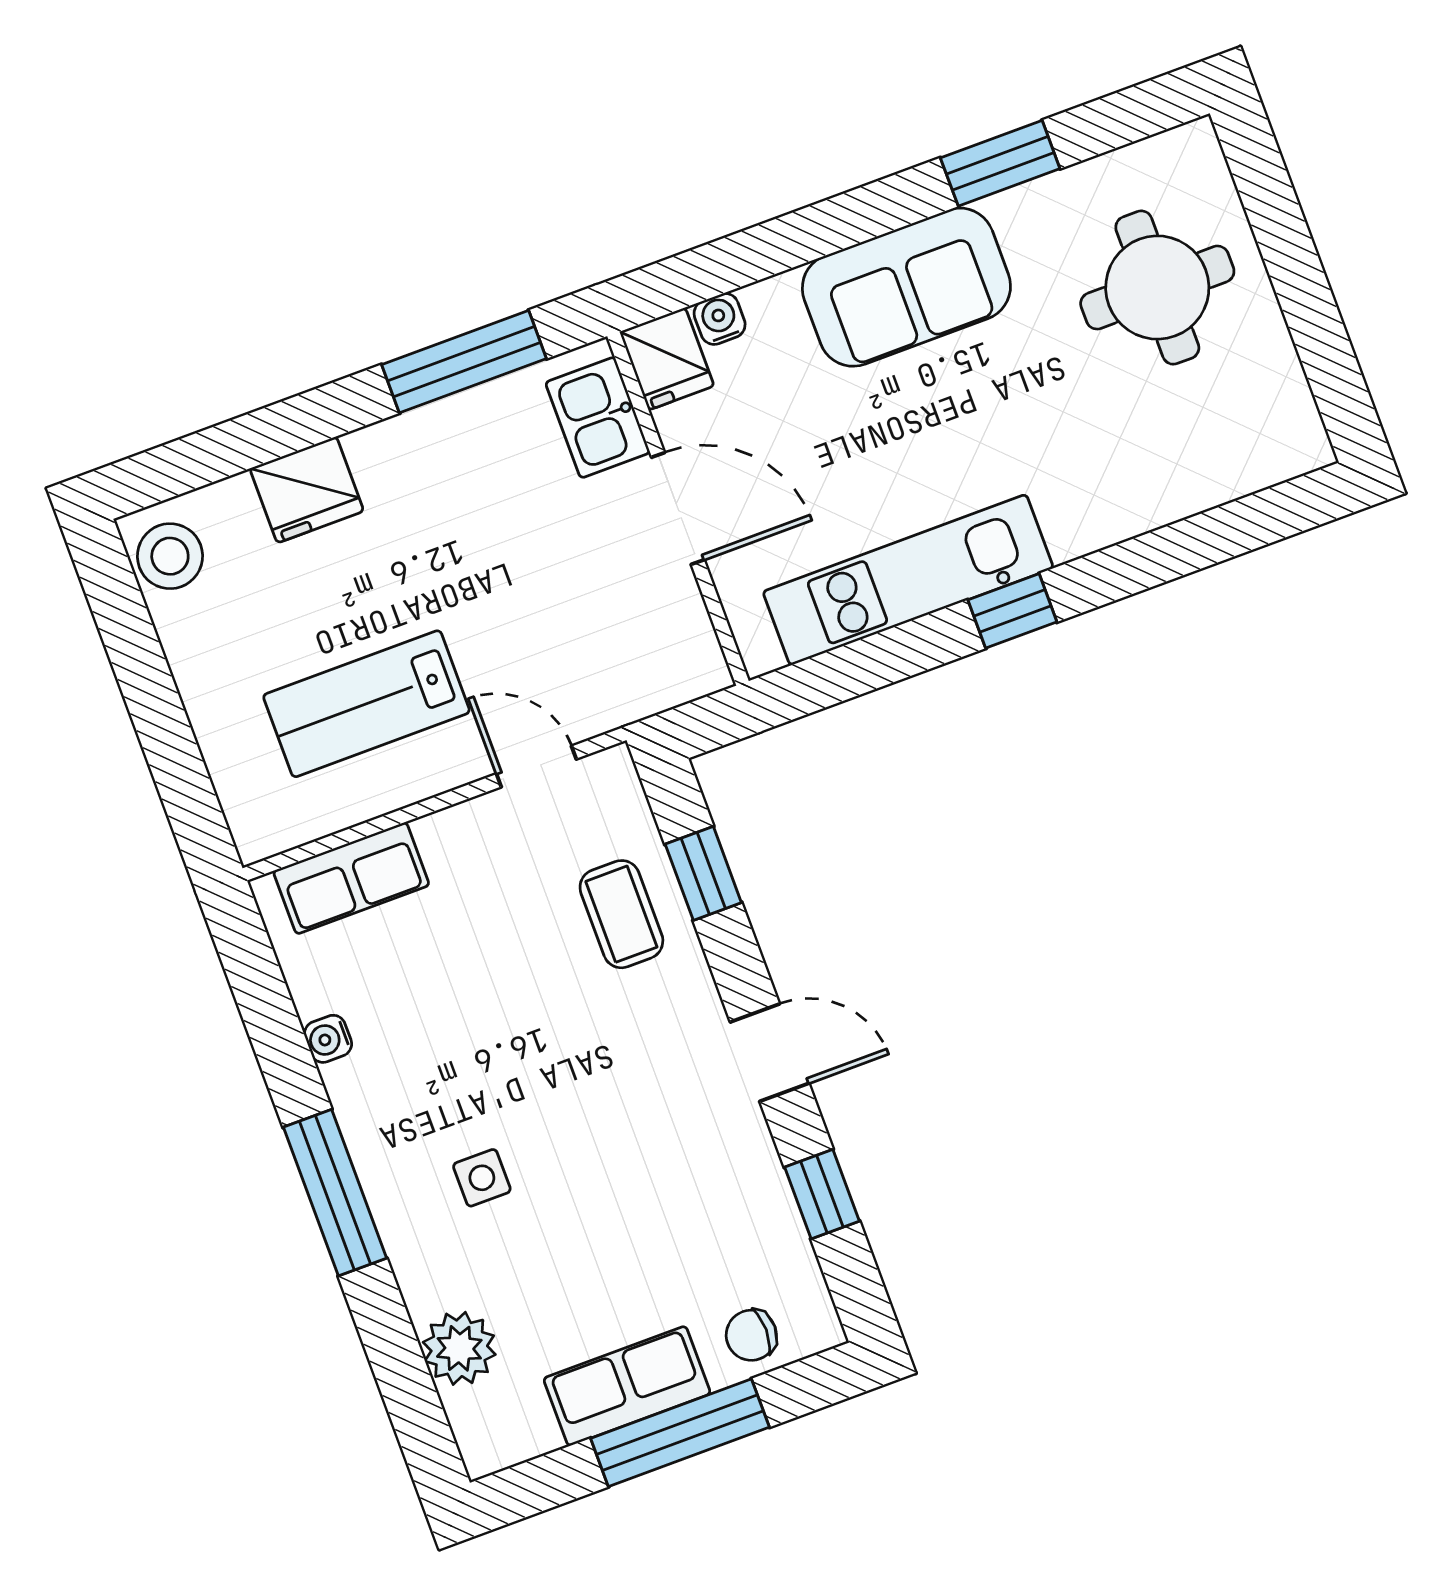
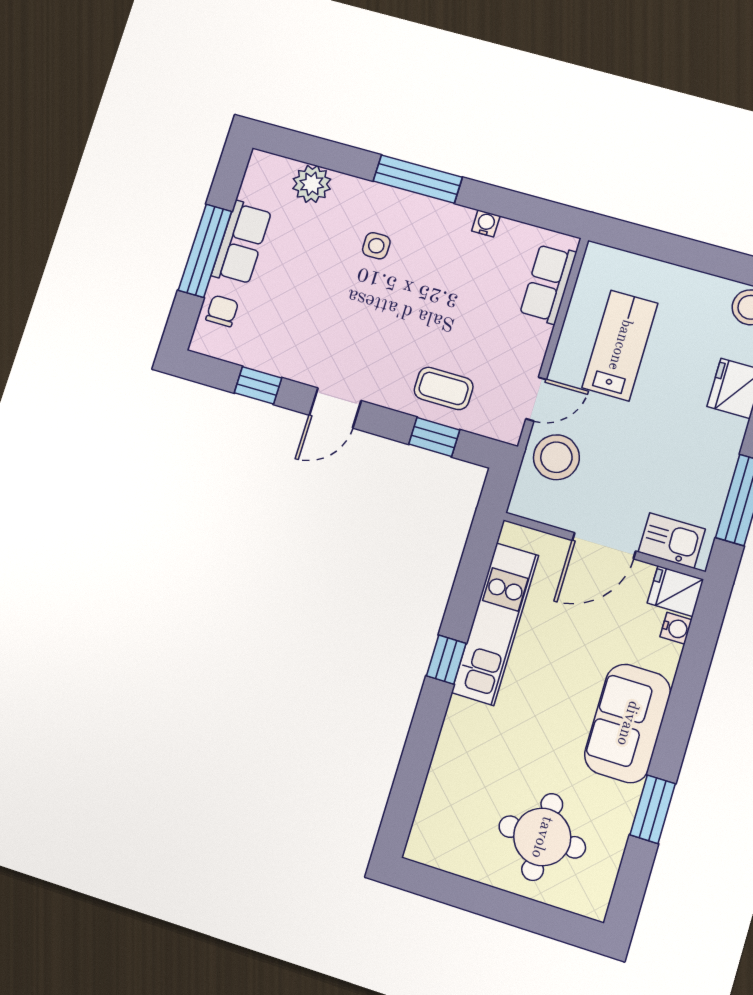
stool: (600, 673) -> (556, 457), added

